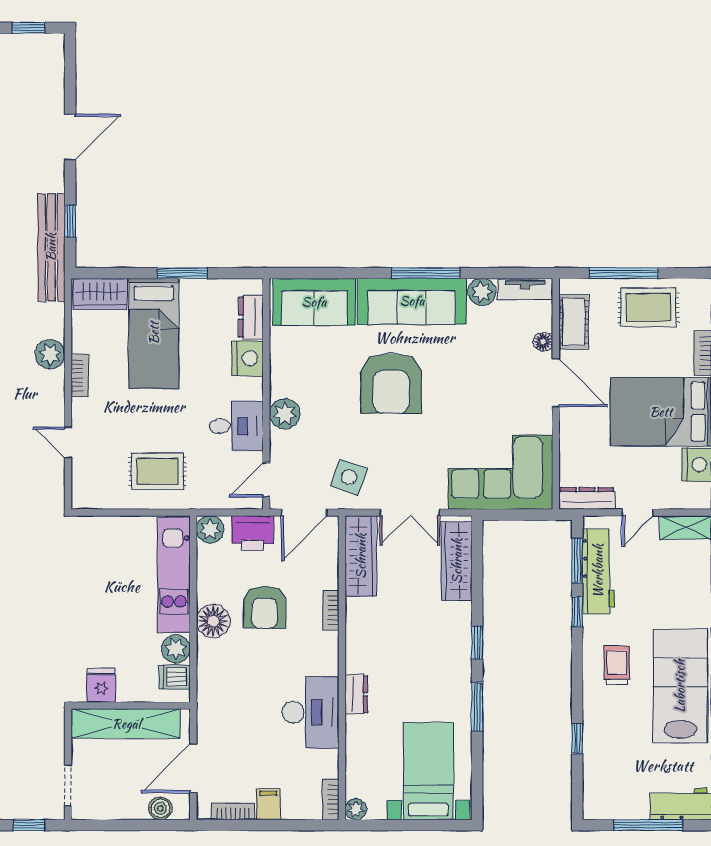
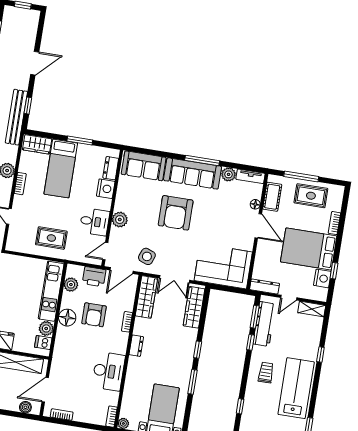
plant: (210, 529) -> (71, 285), moved
dresser: (356, 694) -> (136, 346), moved
filing cabinet: (268, 804) -> (80, 414), removed

